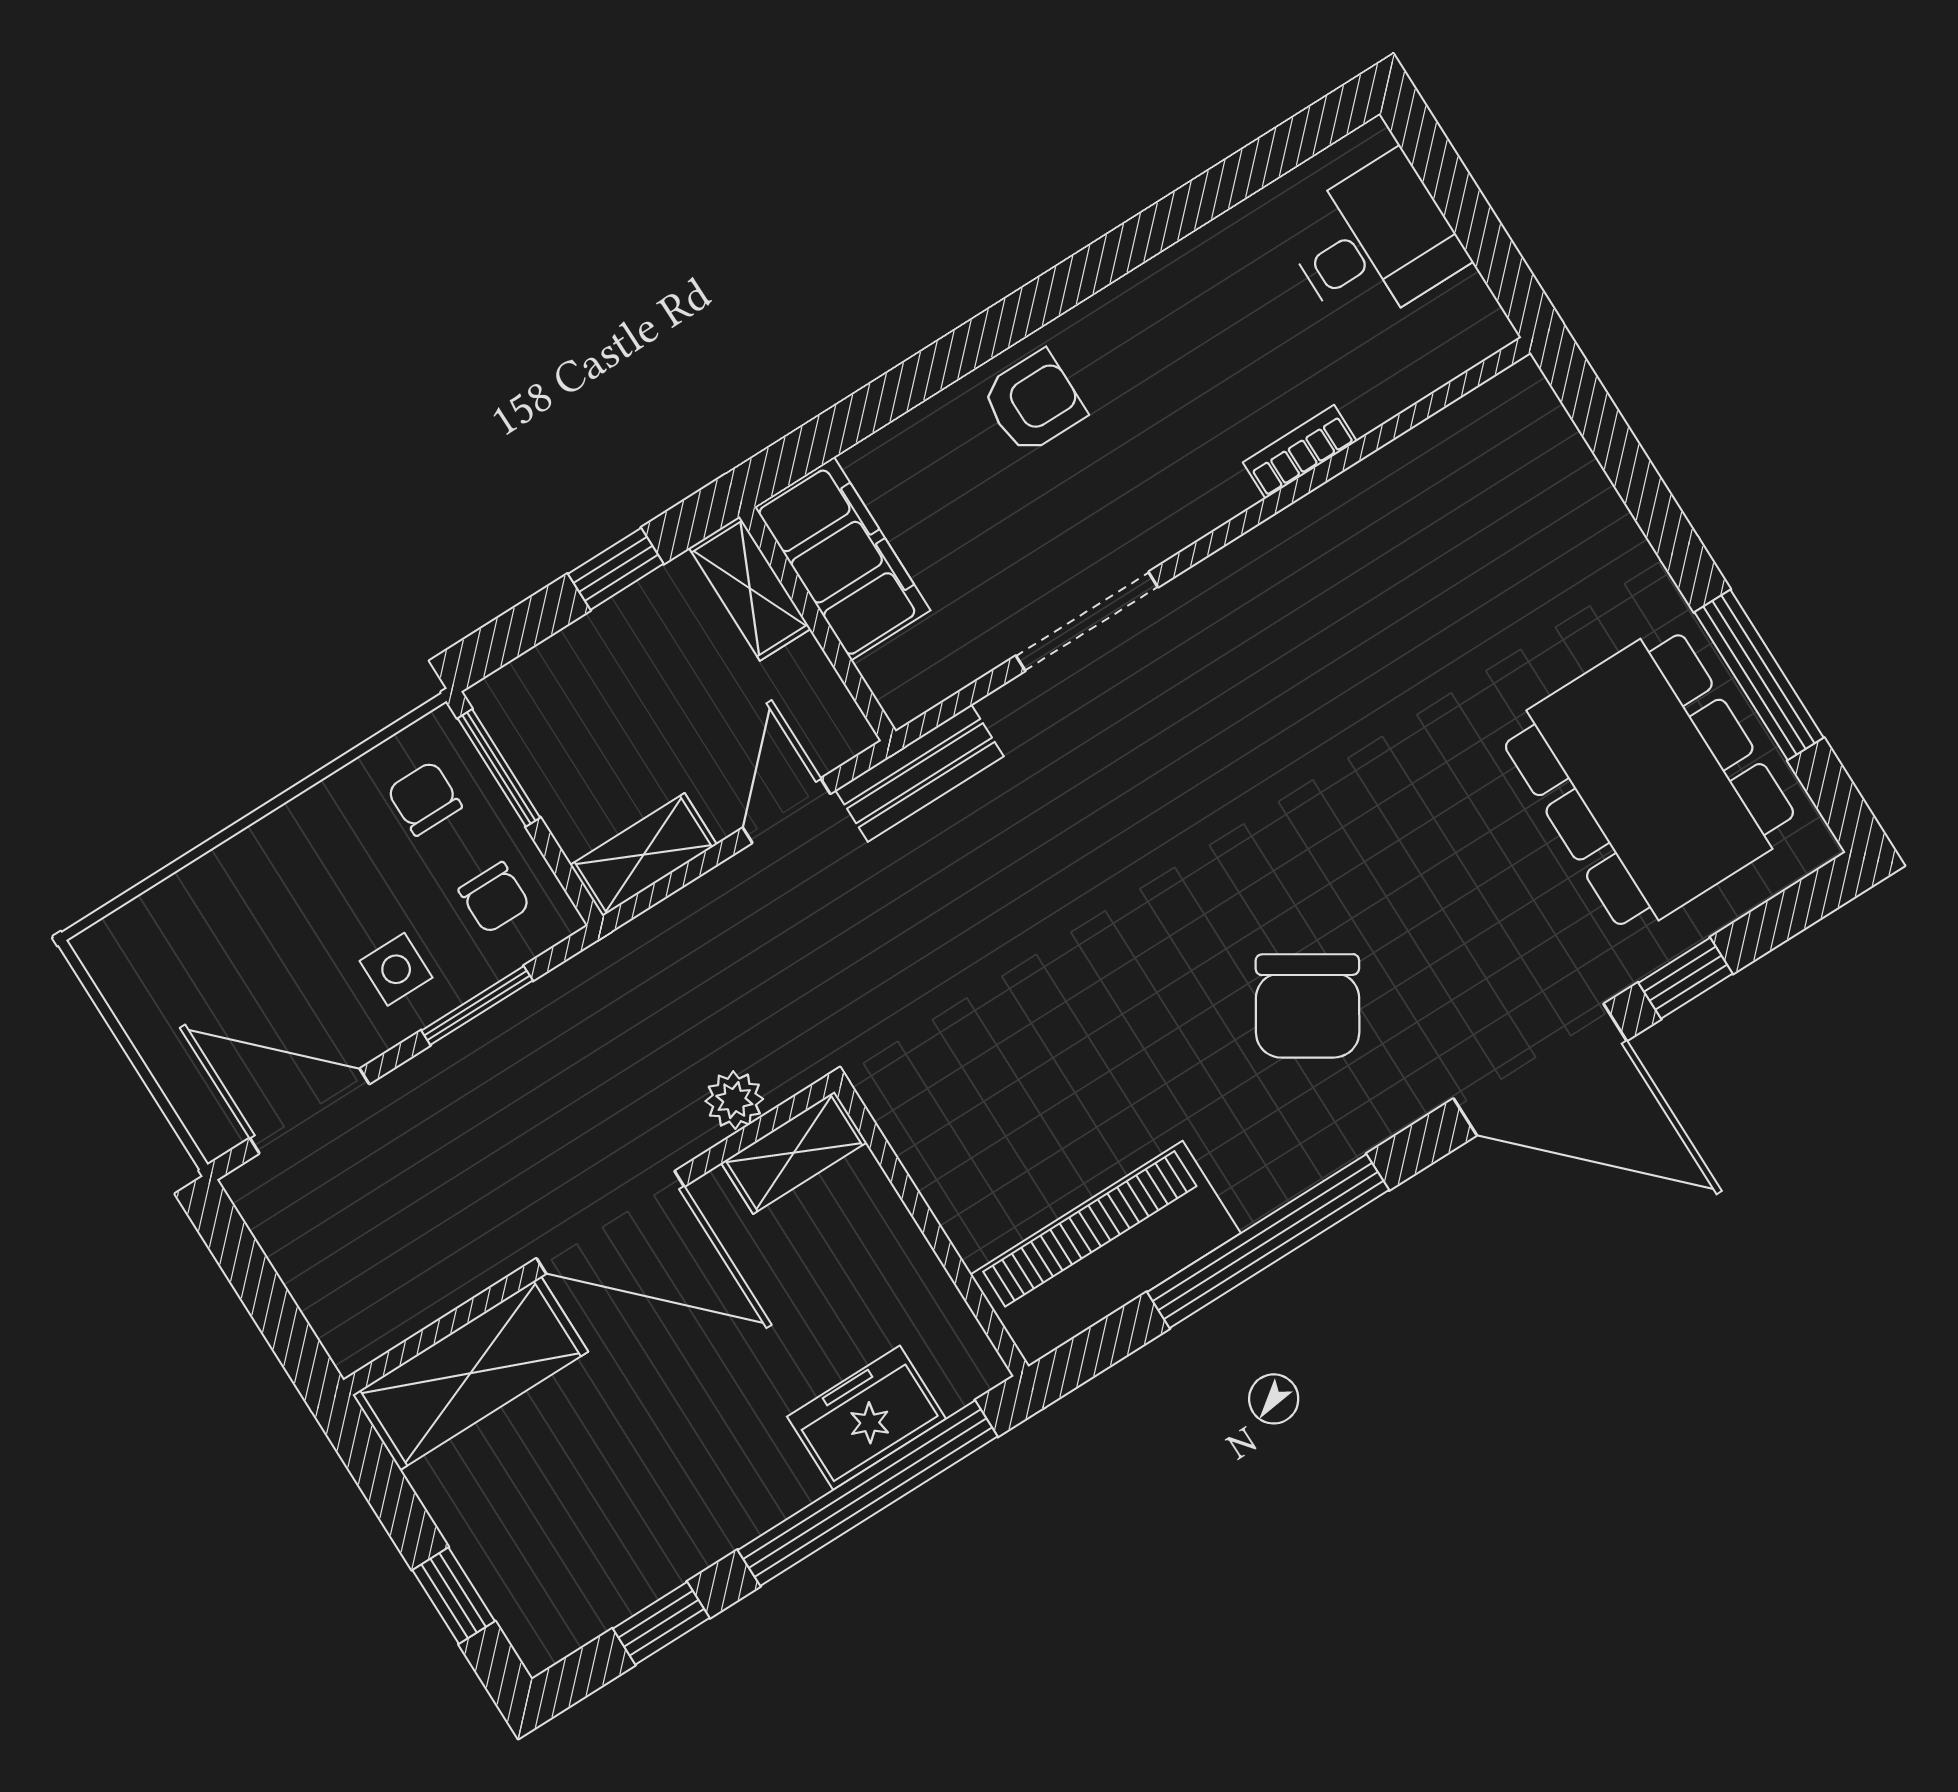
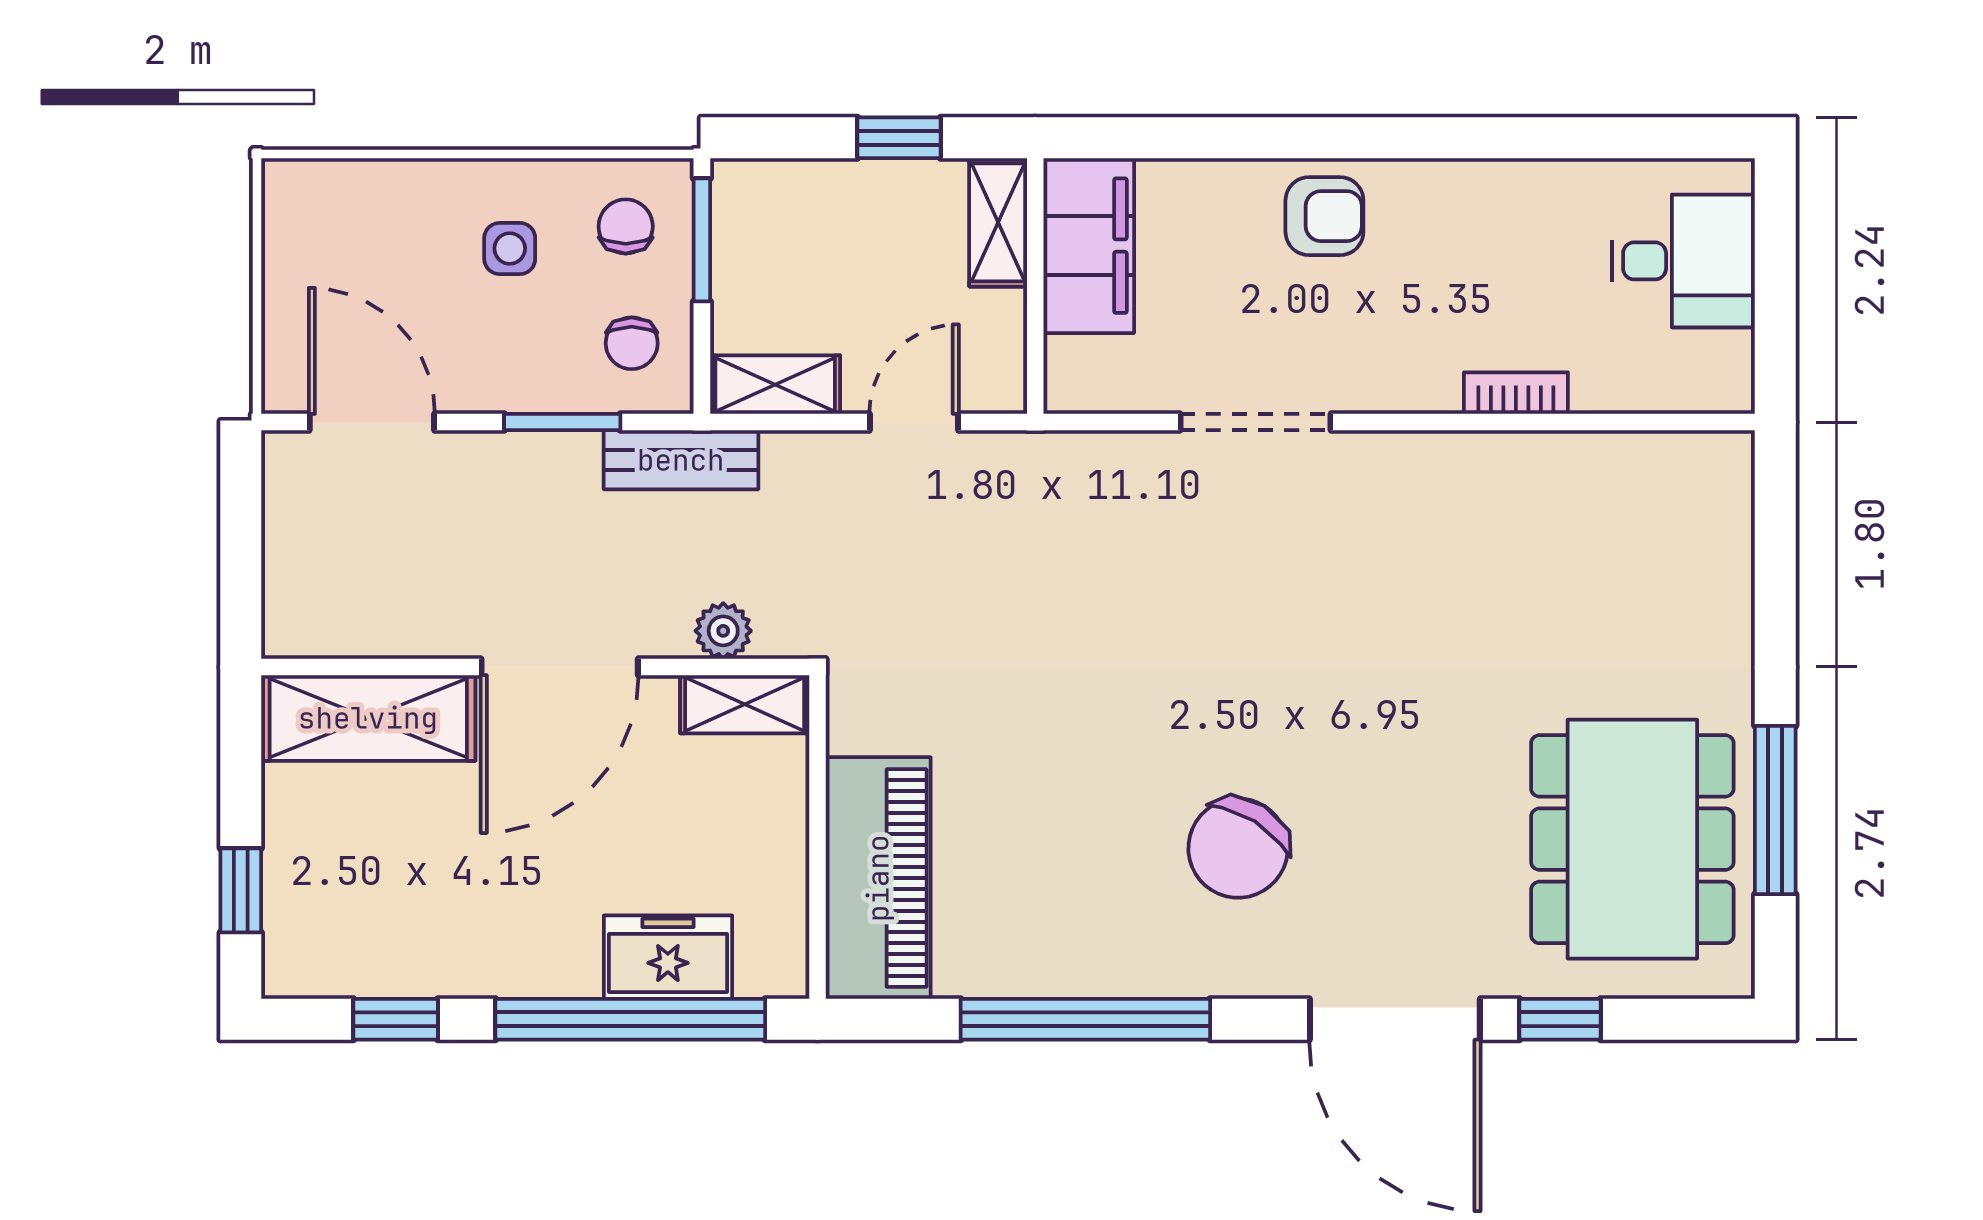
bench: (920, 773) -> (681, 460), moved
side table: (396, 969) -> (510, 248), moved
door: (610, 1222) -> (560, 667), hinge flipped
piano: (1106, 1254) -> (878, 878), moved, turned 90

